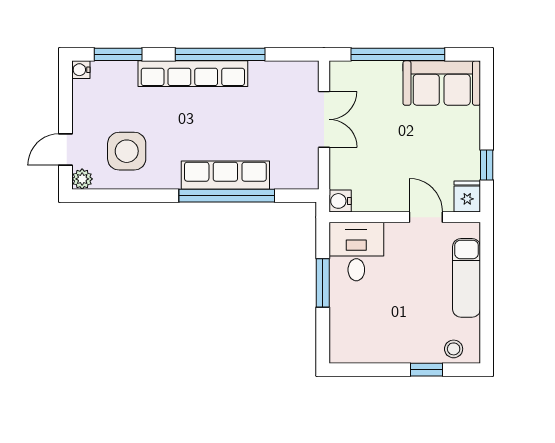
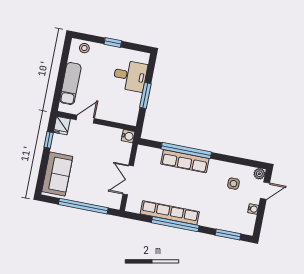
water cooler: (81, 70) -> (253, 209), moved
row of seats: (193, 74) -> (170, 213), moved
sofa: (442, 83) -> (57, 174), moved, turned 90
side table: (127, 151) -> (233, 184), width x0.54, depth x0.54
door: (426, 217) -> (85, 119), swing flipped
desk: (356, 252) -> (130, 76), moved, turned -90
window: (426, 370) -> (113, 42), moved

